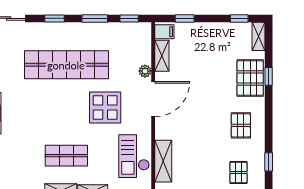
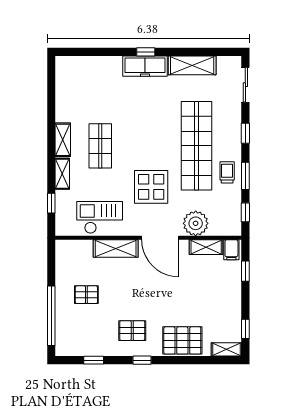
trolley: (91, 36) -> (227, 172), added
plant: (145, 71) -> (196, 223), width x1.88, depth x1.88
window: (269, 76) -> (142, 360), moved
shelving: (163, 161) -> (116, 248), moved
pallet: (239, 173) -> (86, 295), moved

